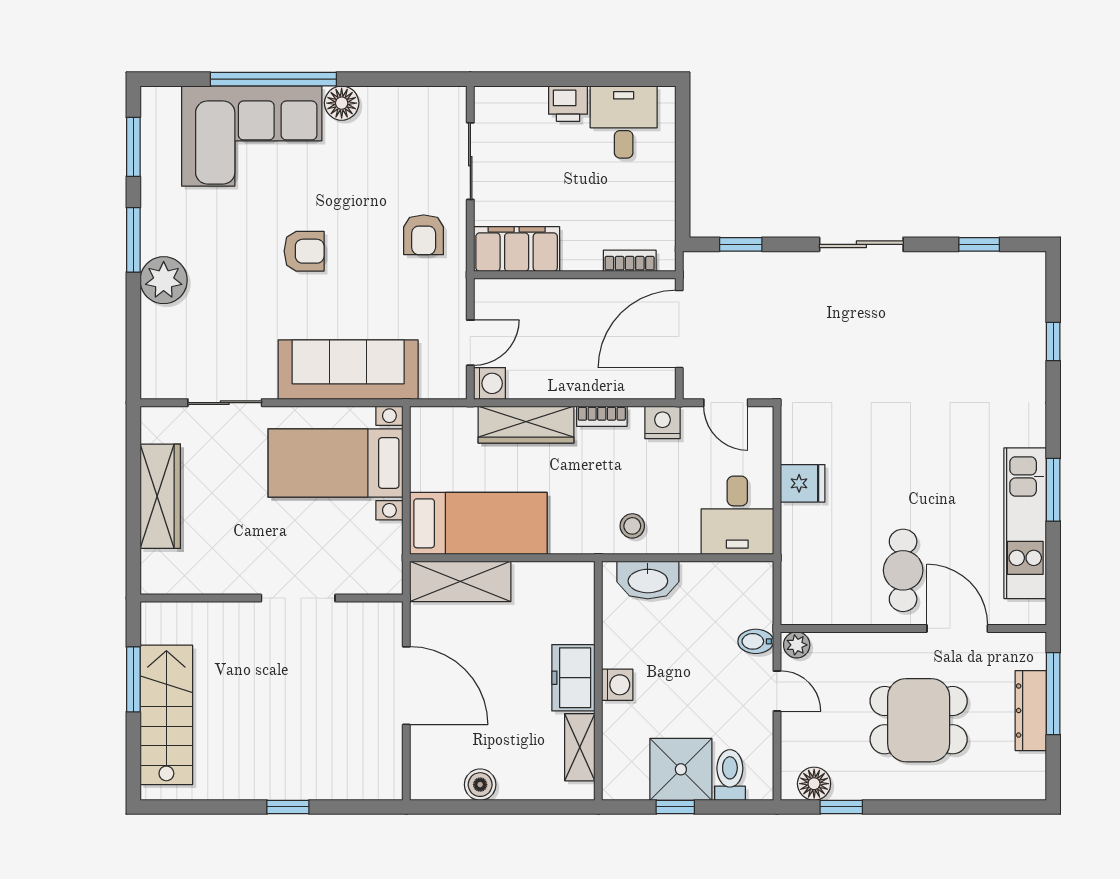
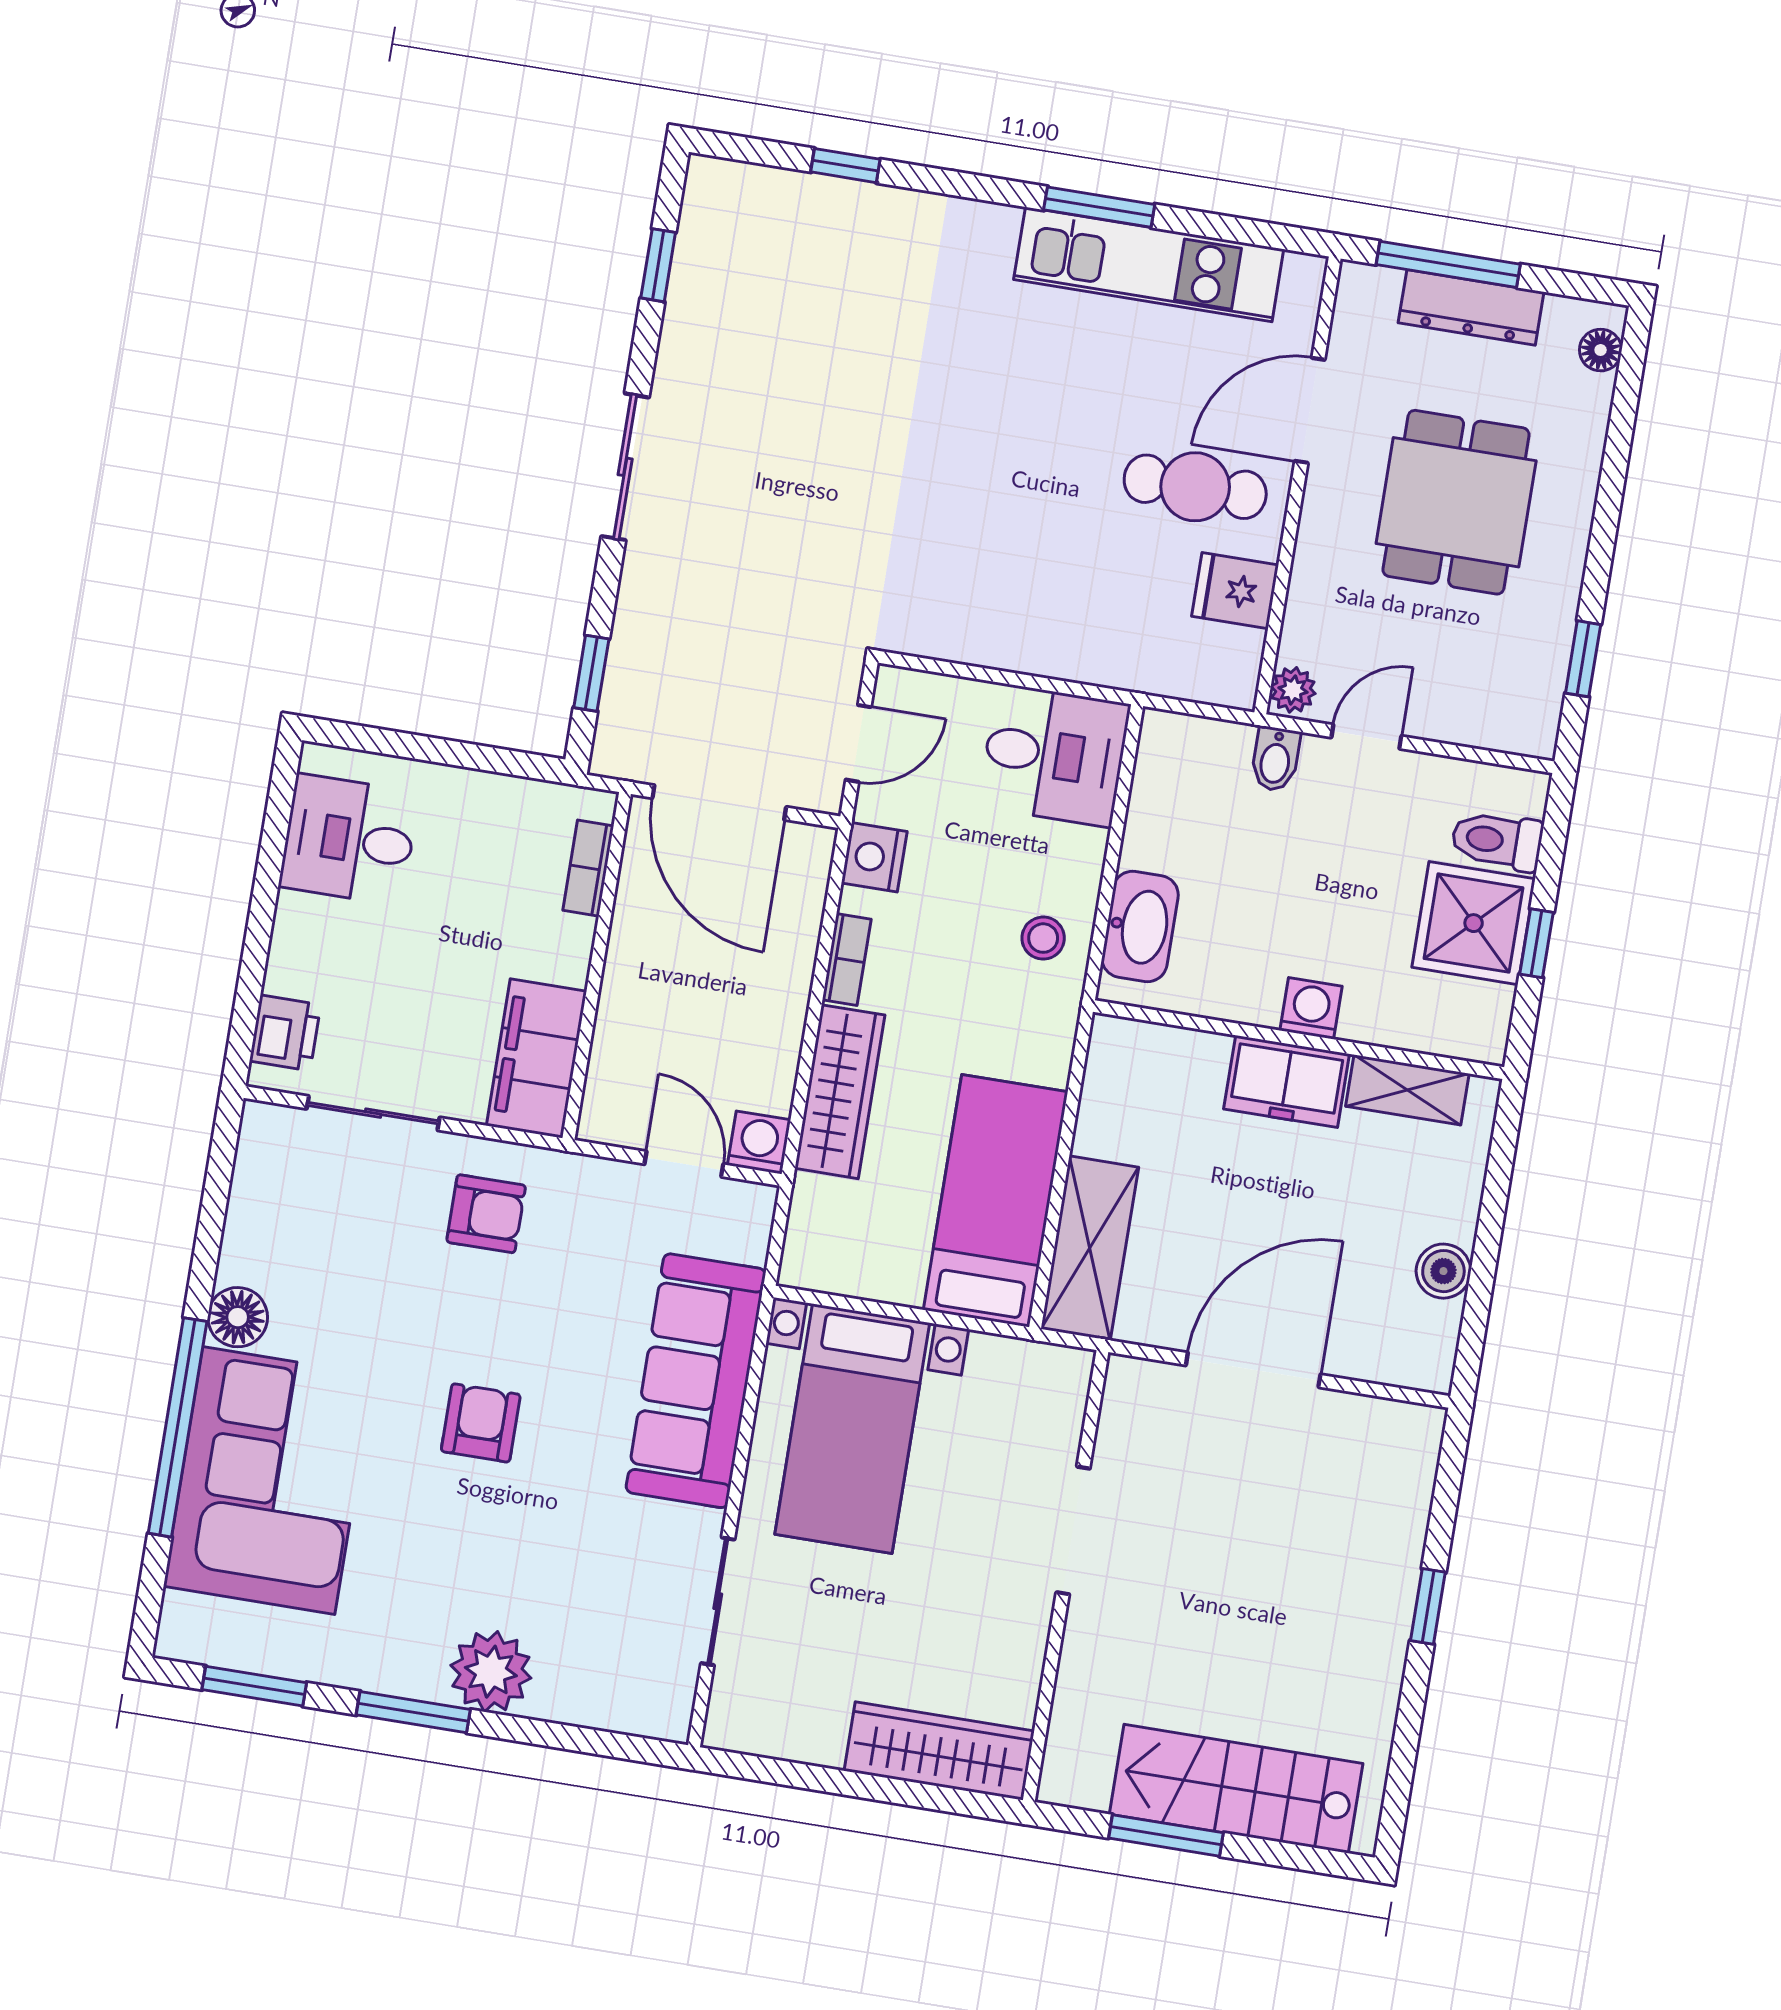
printer: (568, 104) -> (285, 1033), moved
fridge: (803, 483) -> (1235, 591), moved, turned -90
wardrobe: (160, 496) -> (939, 1751), moved
floor lamp: (814, 784) -> (1601, 350), moved, width x0.73, depth x0.73

